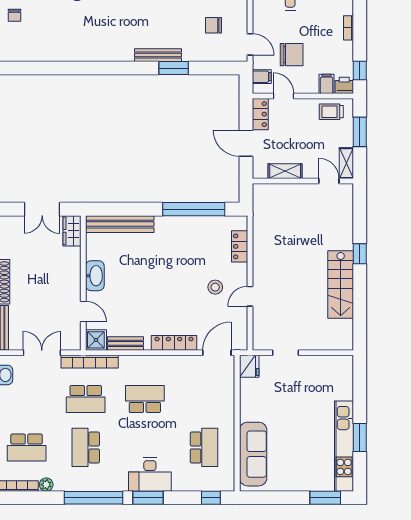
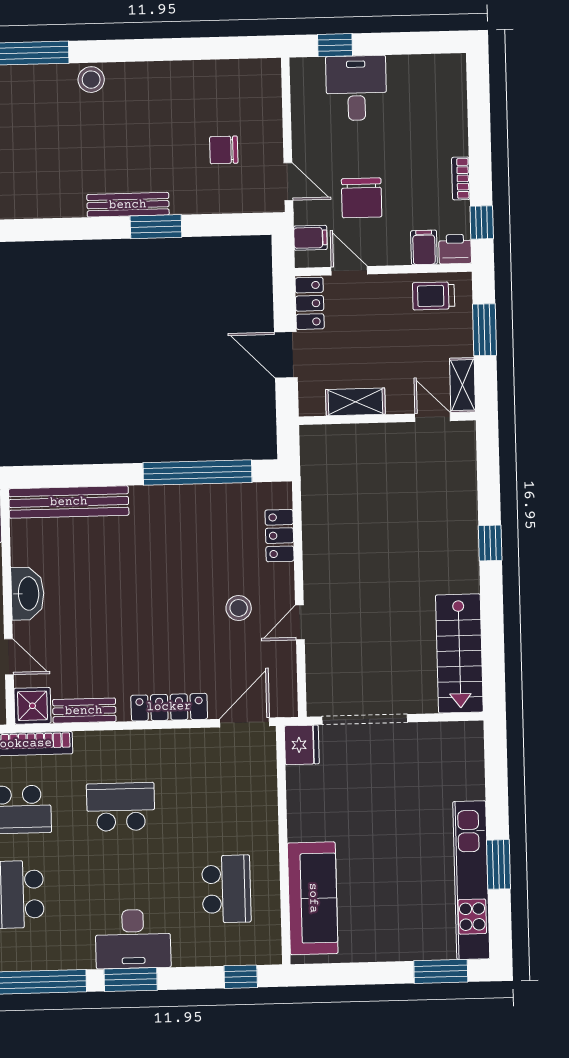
bookcase: (349, 28) -> (461, 178), moved
chair: (292, 55) -> (362, 198), turned 90
stairs: (341, 284) -> (459, 653), moved
doorway: (286, 353) -> (365, 719), width x1.87

